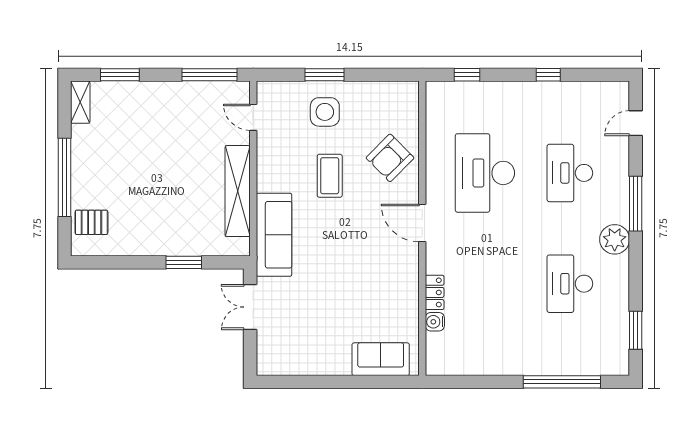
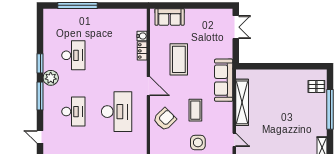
door: (636, 123) -> (40, 137), swing flipped
window: (184, 262) -> (270, 66), removed
coffee table: (362, 276) -> (179, 59), added
double door: (250, 307) -> (236, 27), moved
window: (636, 330) -> (40, 63), moved

